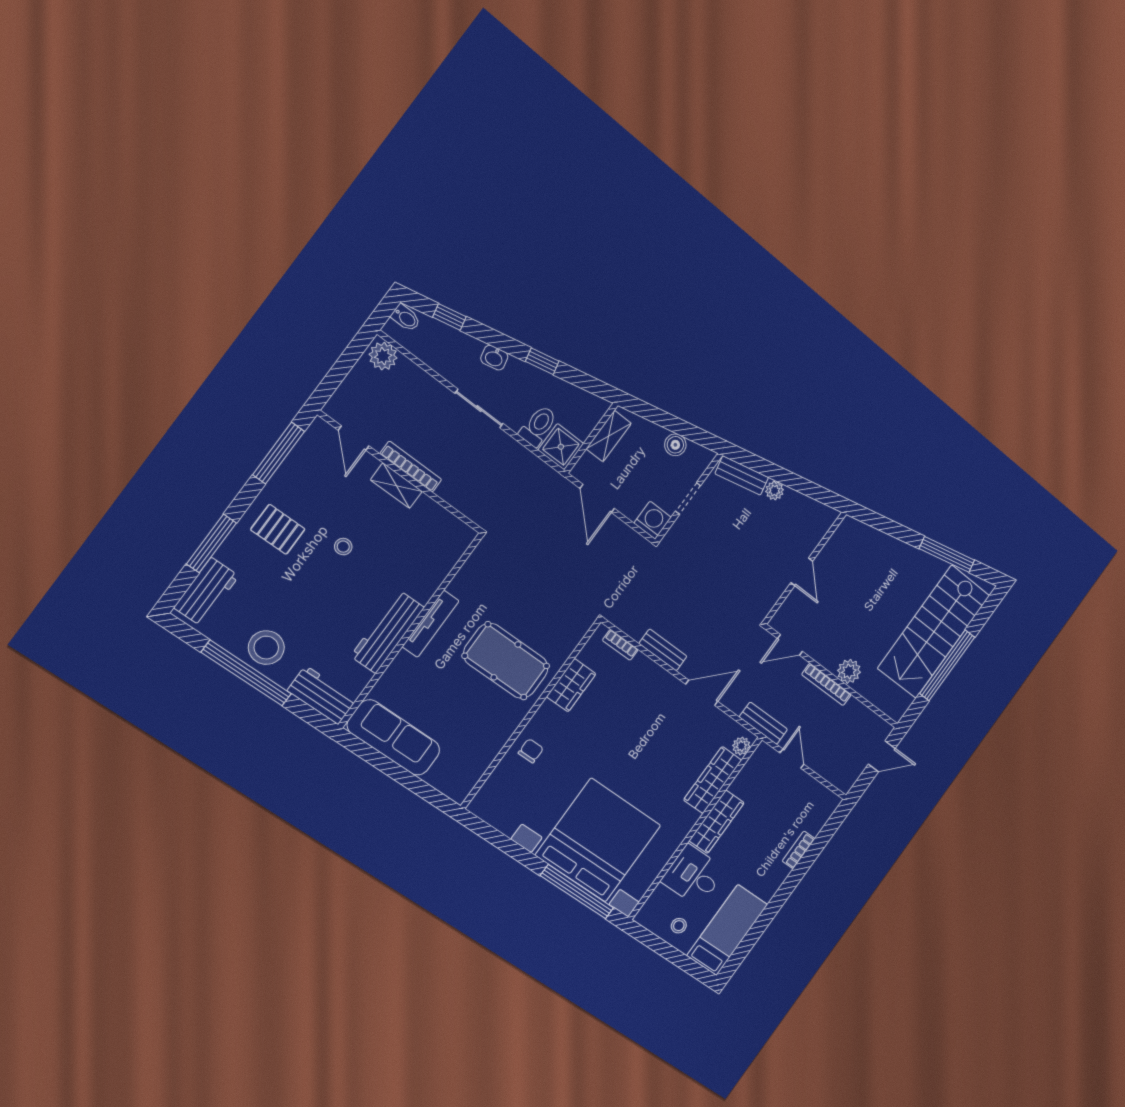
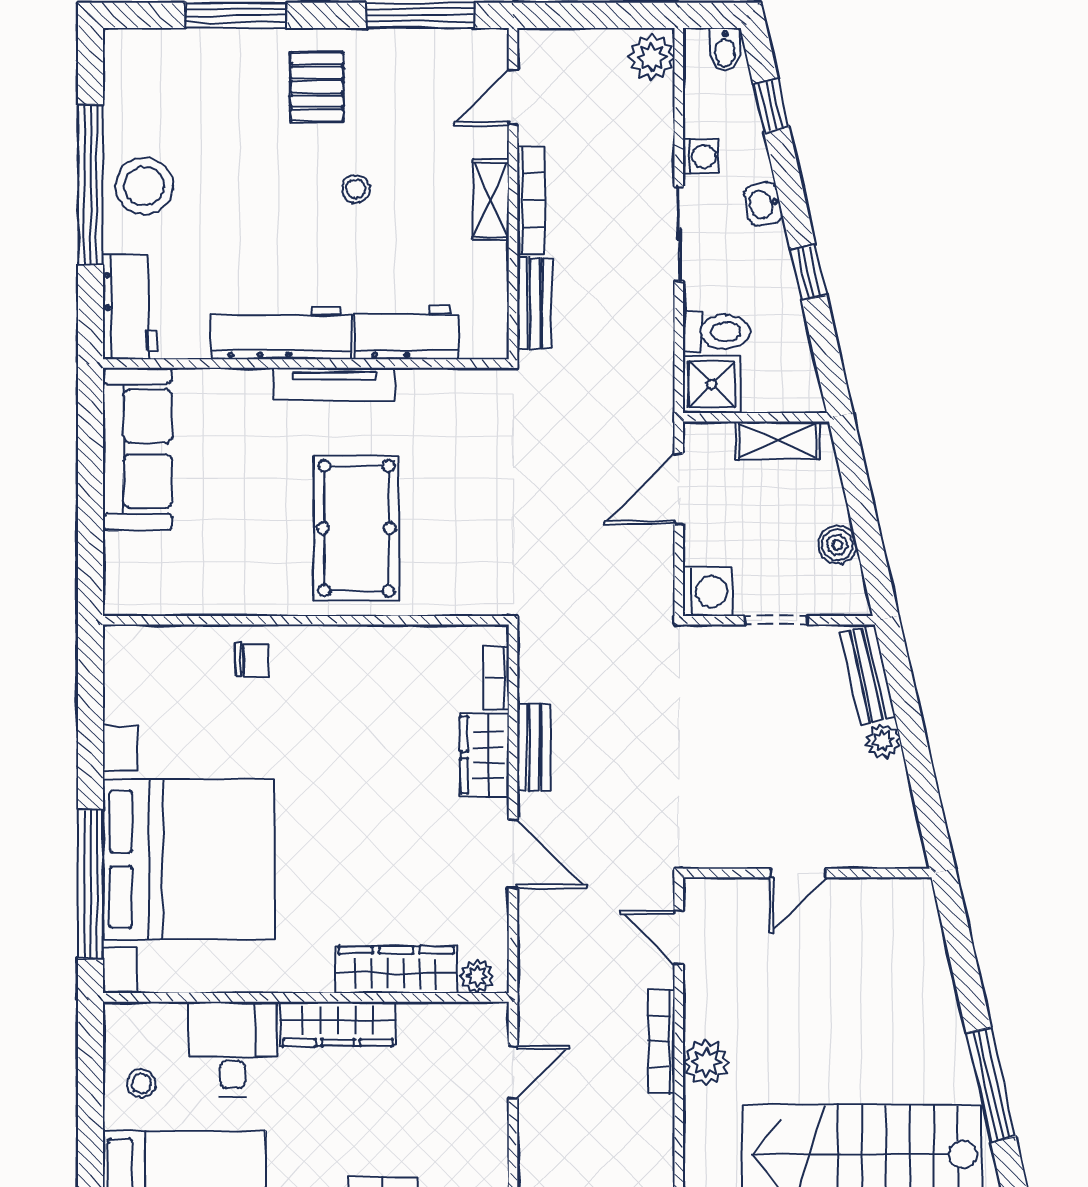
washing machine: (449, 370) -> (701, 156), added
workbench: (206, 592) -> (406, 332), moved, turned 180
wardrobe: (571, 685) -> (485, 755), moved, turned 90
bench: (763, 723) -> (535, 303), moved

